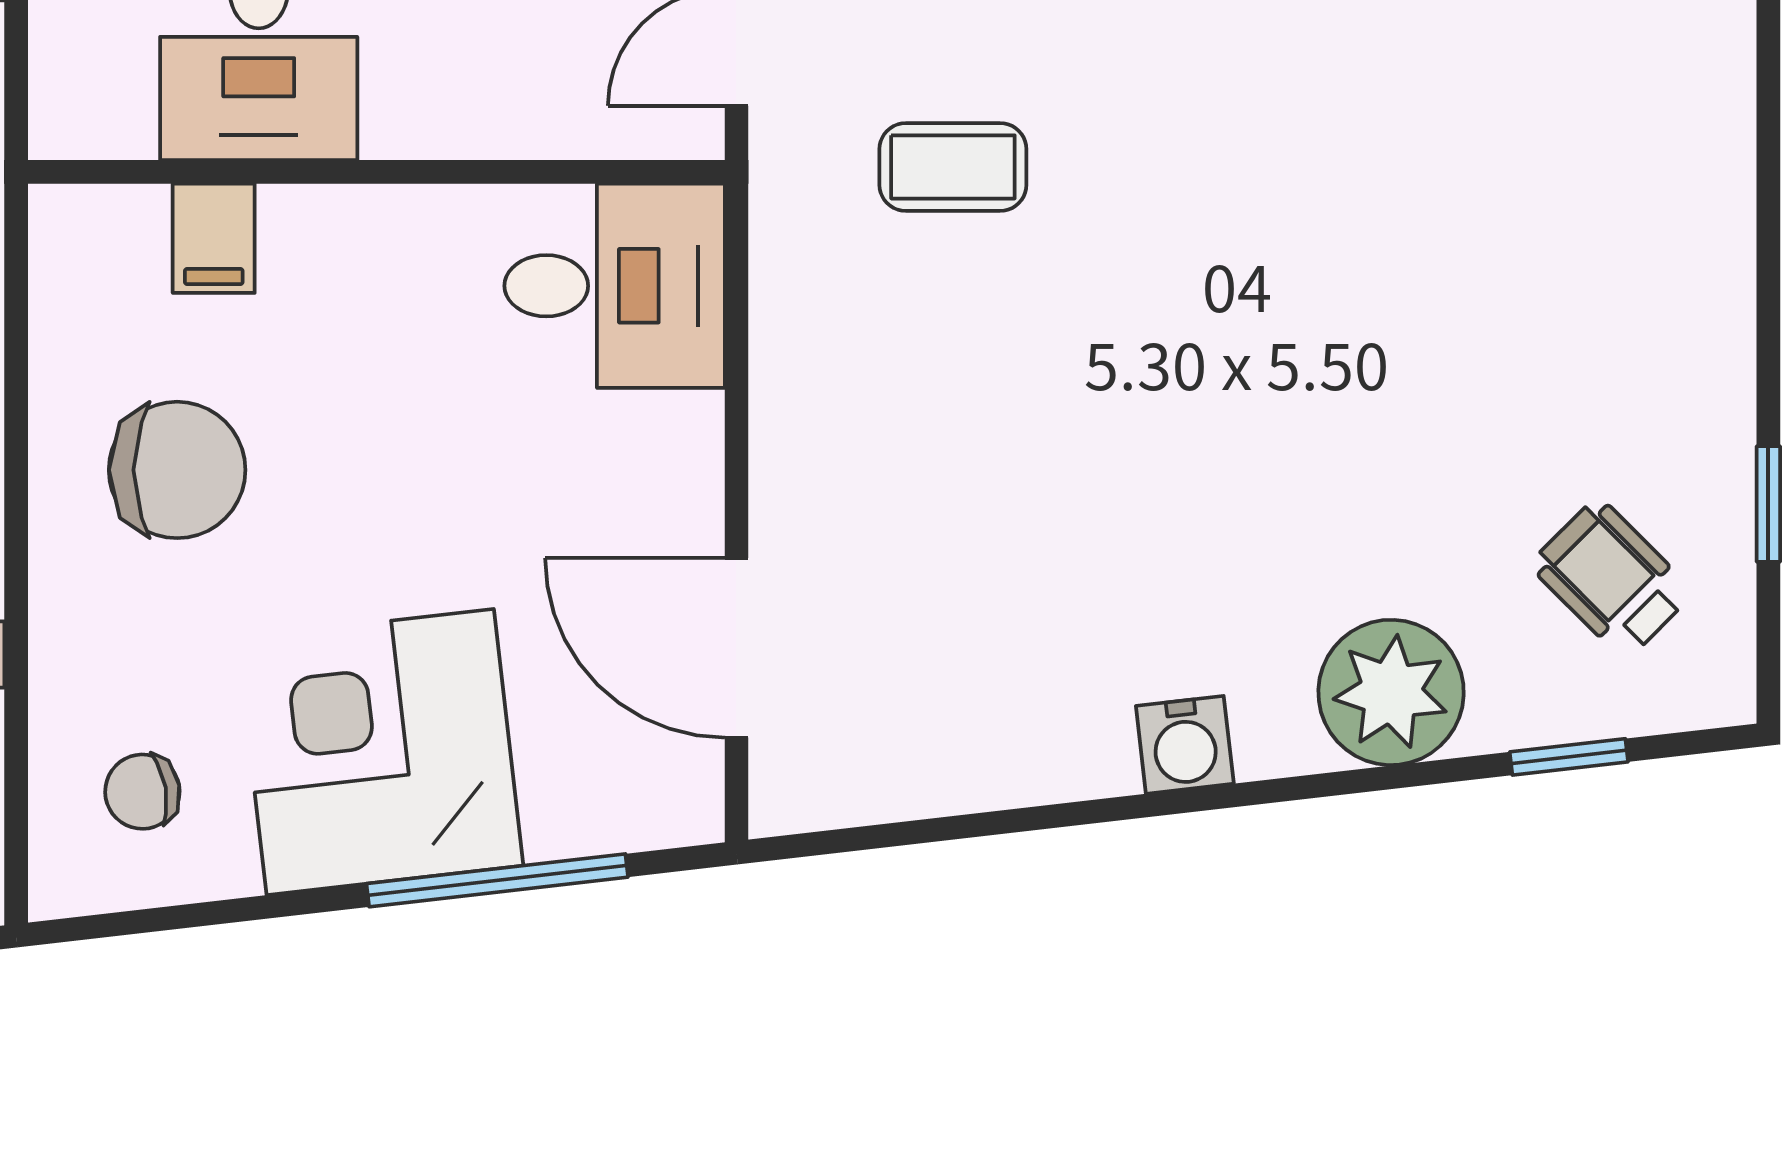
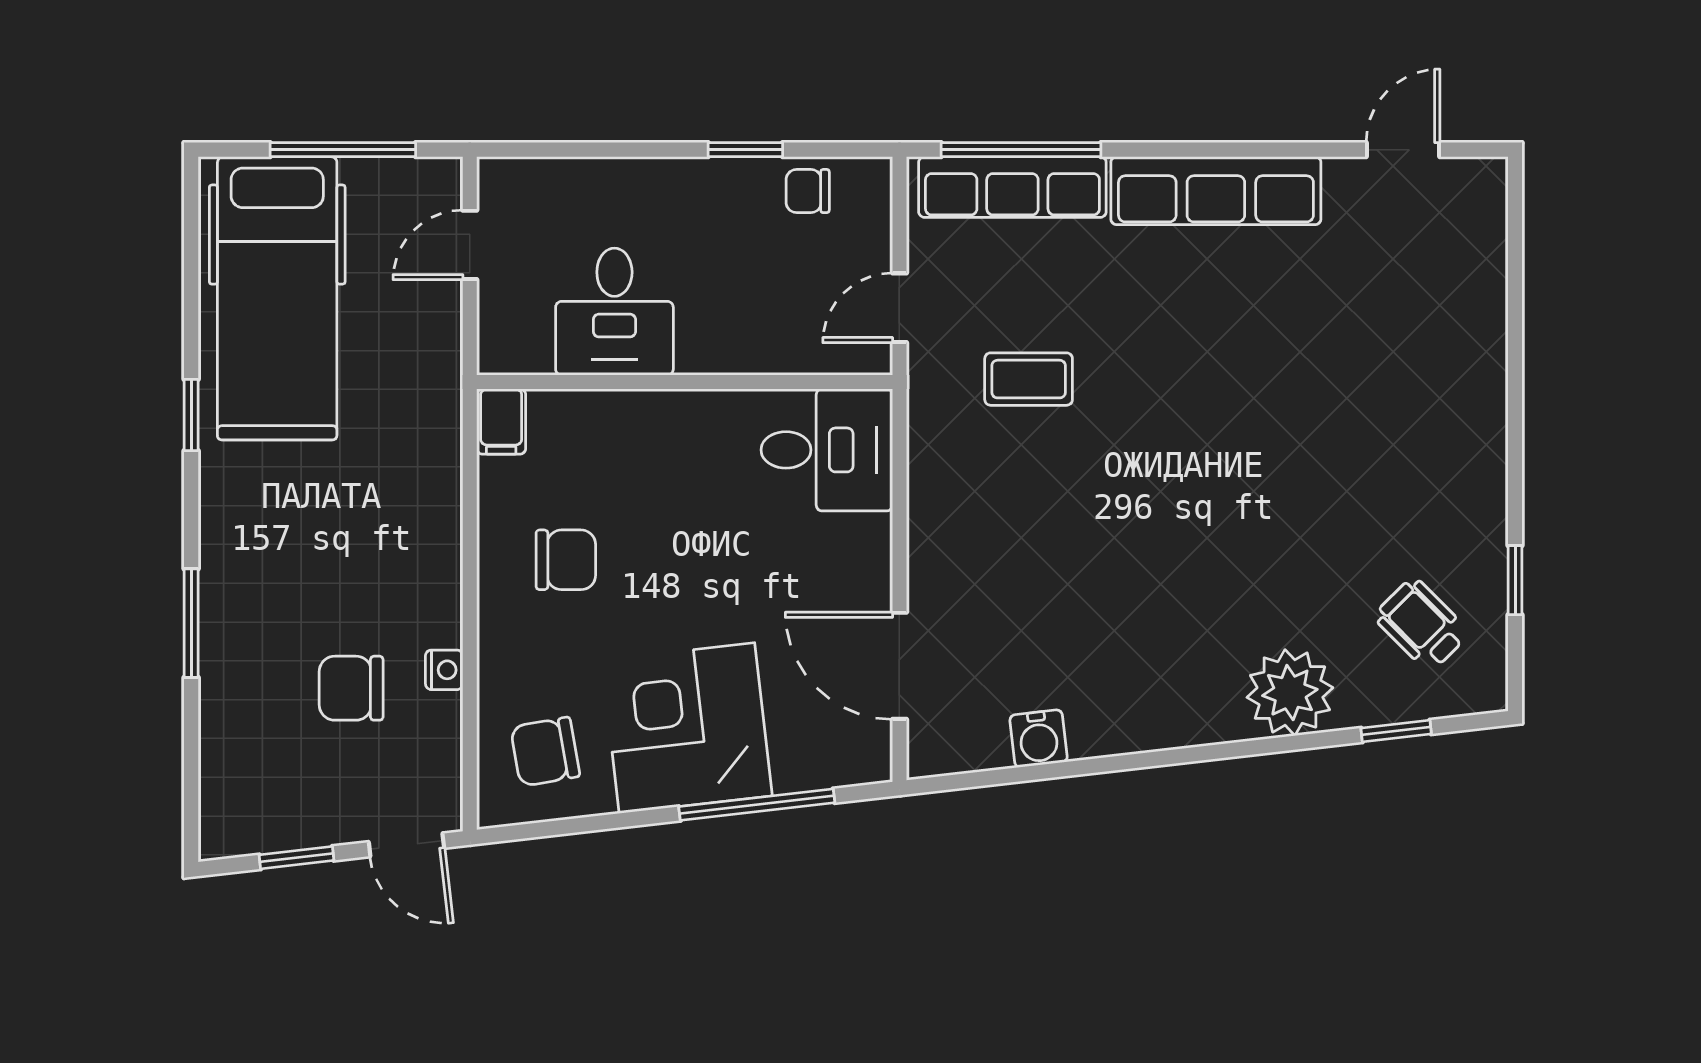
filing cabinet: (214, 238) -> (501, 422), moved
chair: (177, 470) -> (566, 560), width x0.73, depth x0.73
water cooler: (1185, 745) -> (1039, 739), moved
chair: (142, 792) -> (545, 752), width x1.37, depth x1.37

